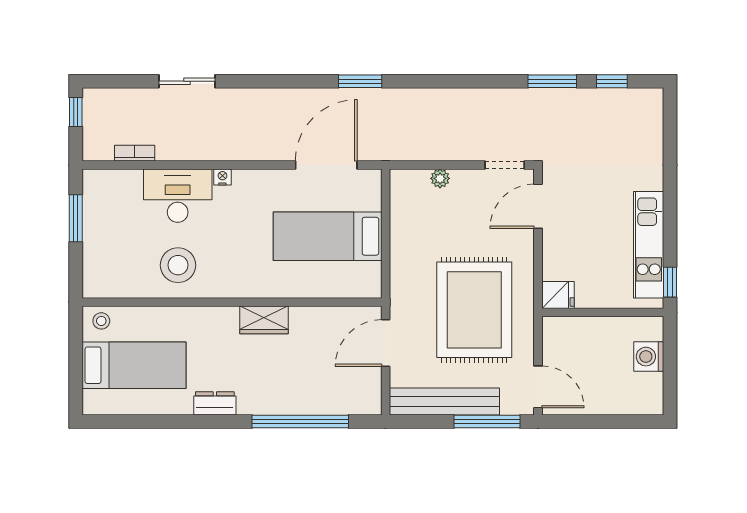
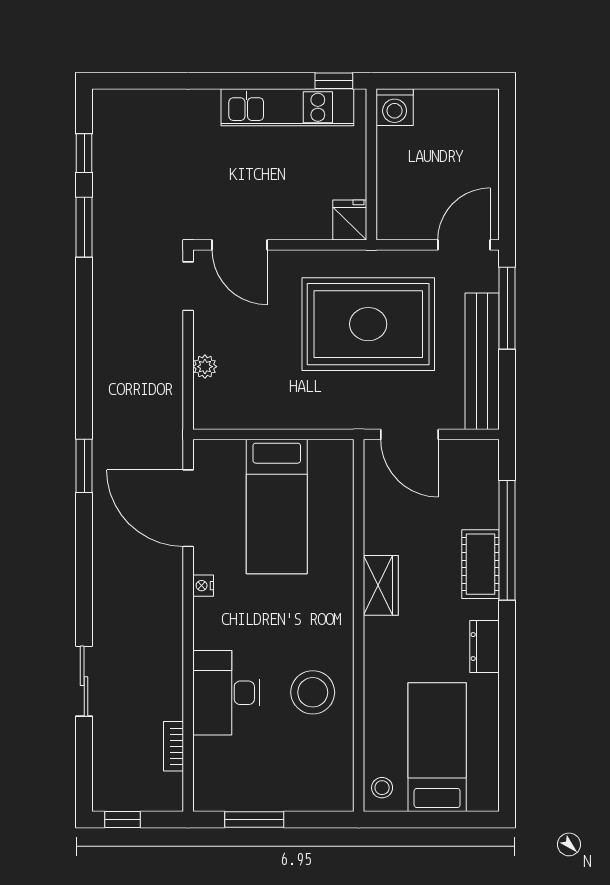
nightstand: (222, 177) -> (203, 586), moved
washing machine: (649, 357) -> (395, 107), moved
cot: (281, 400) -> (480, 564), added

